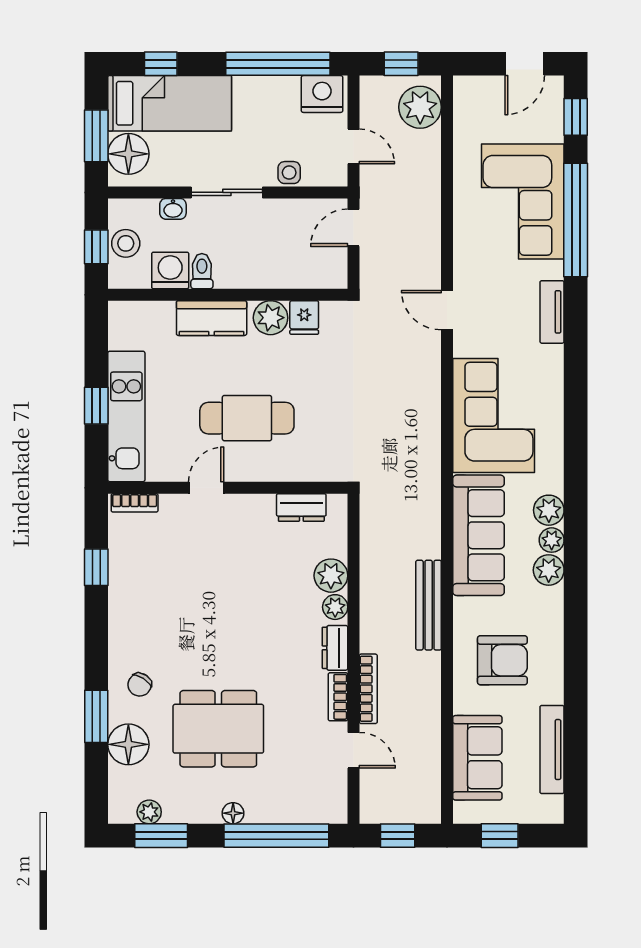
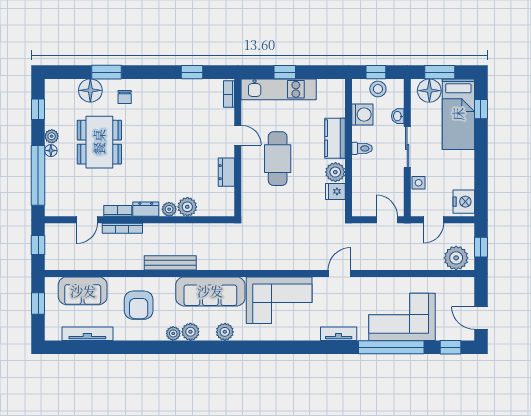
window: (278, 64) -> (481, 176), removed
toilet: (202, 271) -> (362, 148), moved
dresser: (301, 507) -> (226, 172), moved
plant: (552, 540) -> (173, 333), moved
chair: (140, 685) -> (125, 97), turned -123
plant: (149, 812) -> (52, 136), moved
window: (161, 836) -> (38, 109), width x0.67

